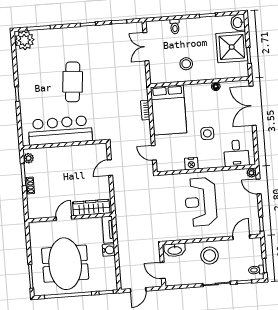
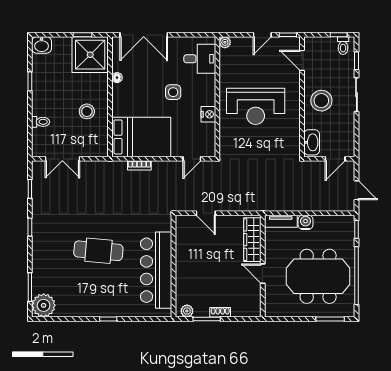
shower: (232, 47) -> (90, 55), moved
door: (259, 186) -> (262, 35), moved

